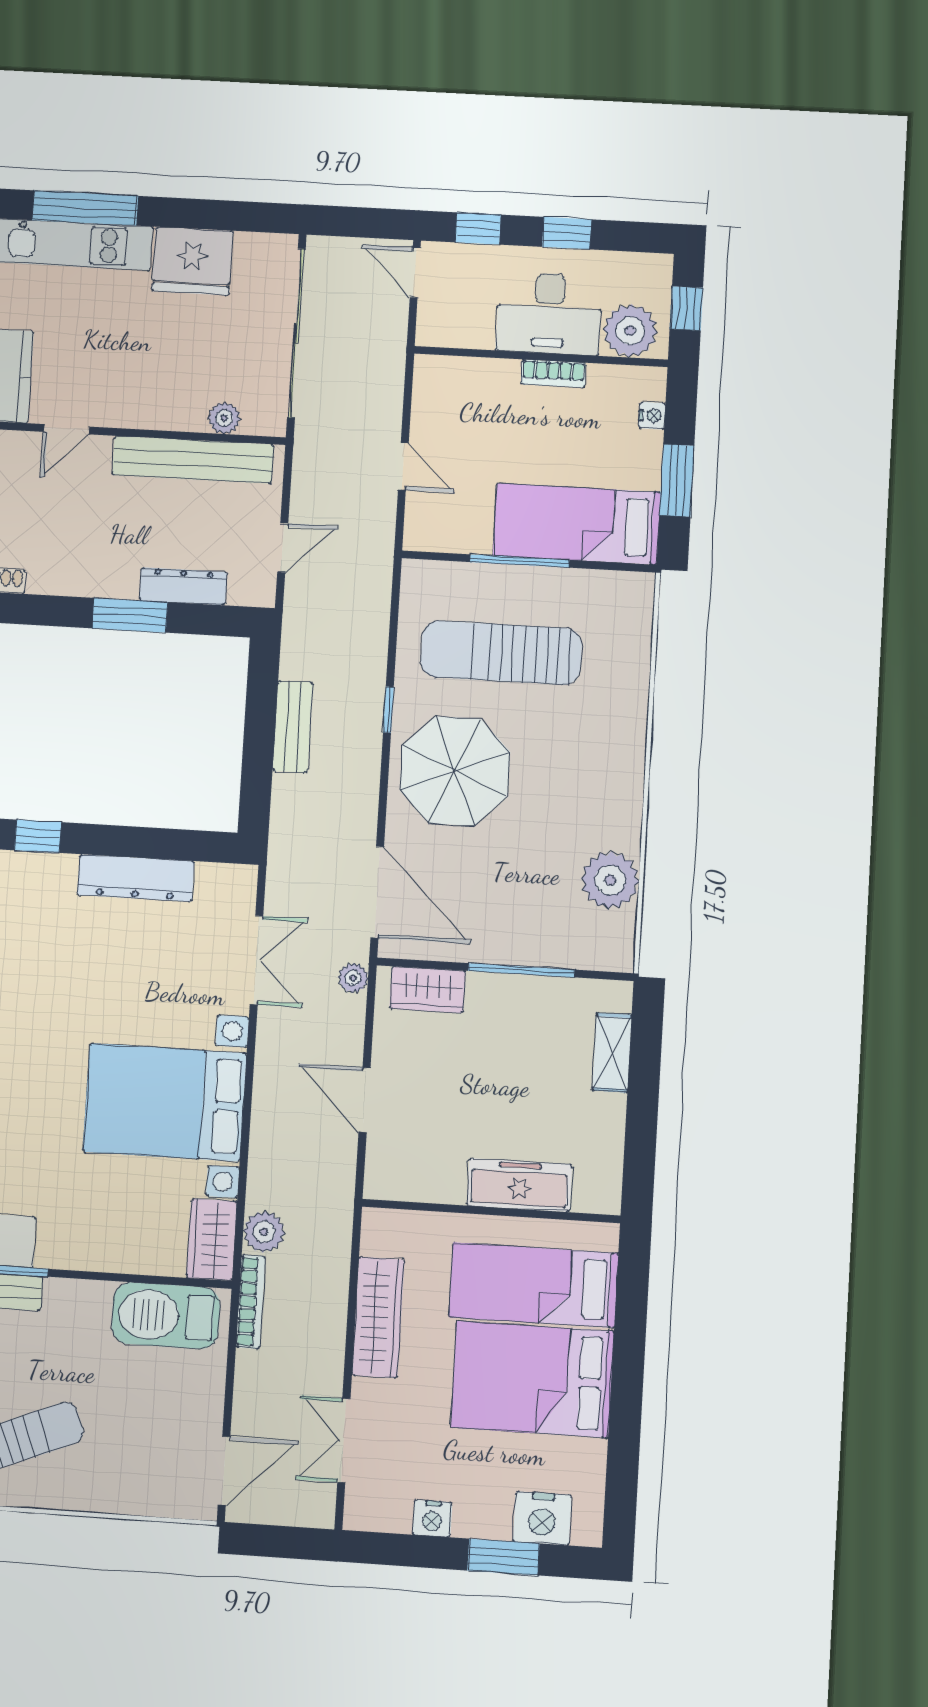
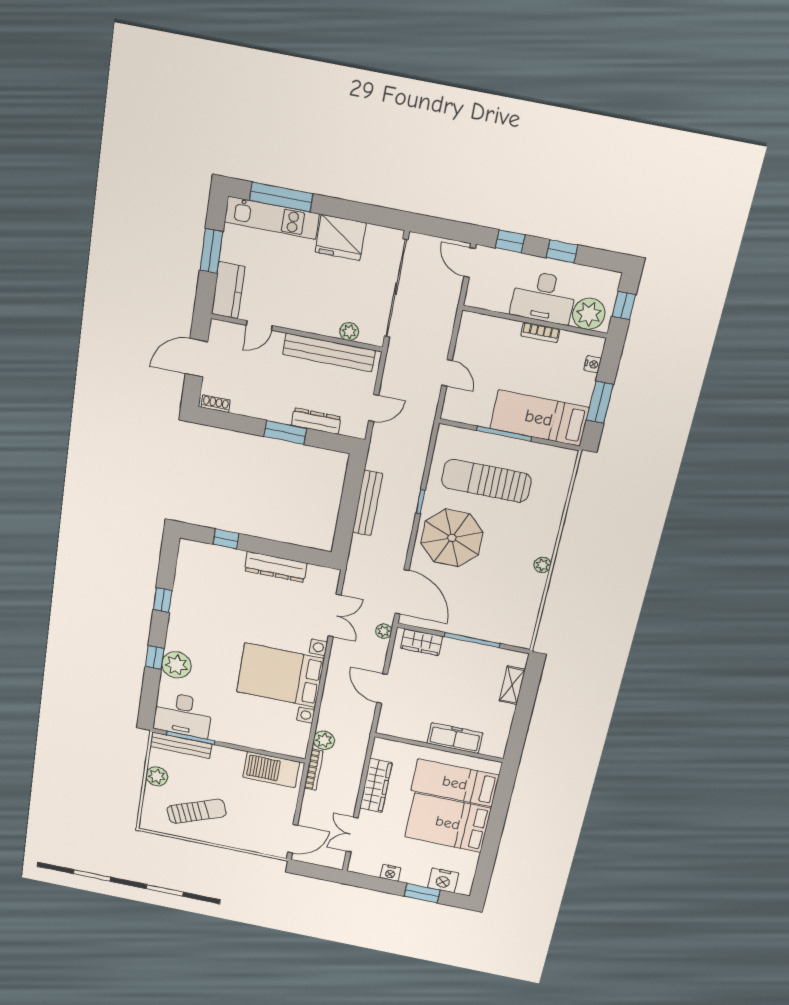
bench: (293, 727) -> (368, 503), width x1.36
plant: (610, 880) -> (542, 565), moved, width x0.53, depth x0.53
wardrobe: (212, 1240) -> (297, 740), removed

